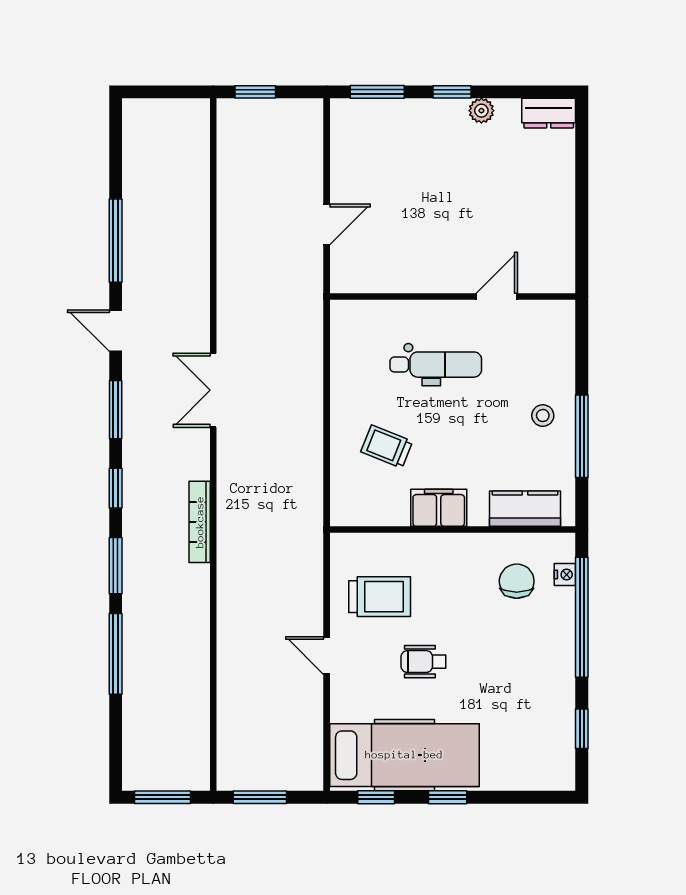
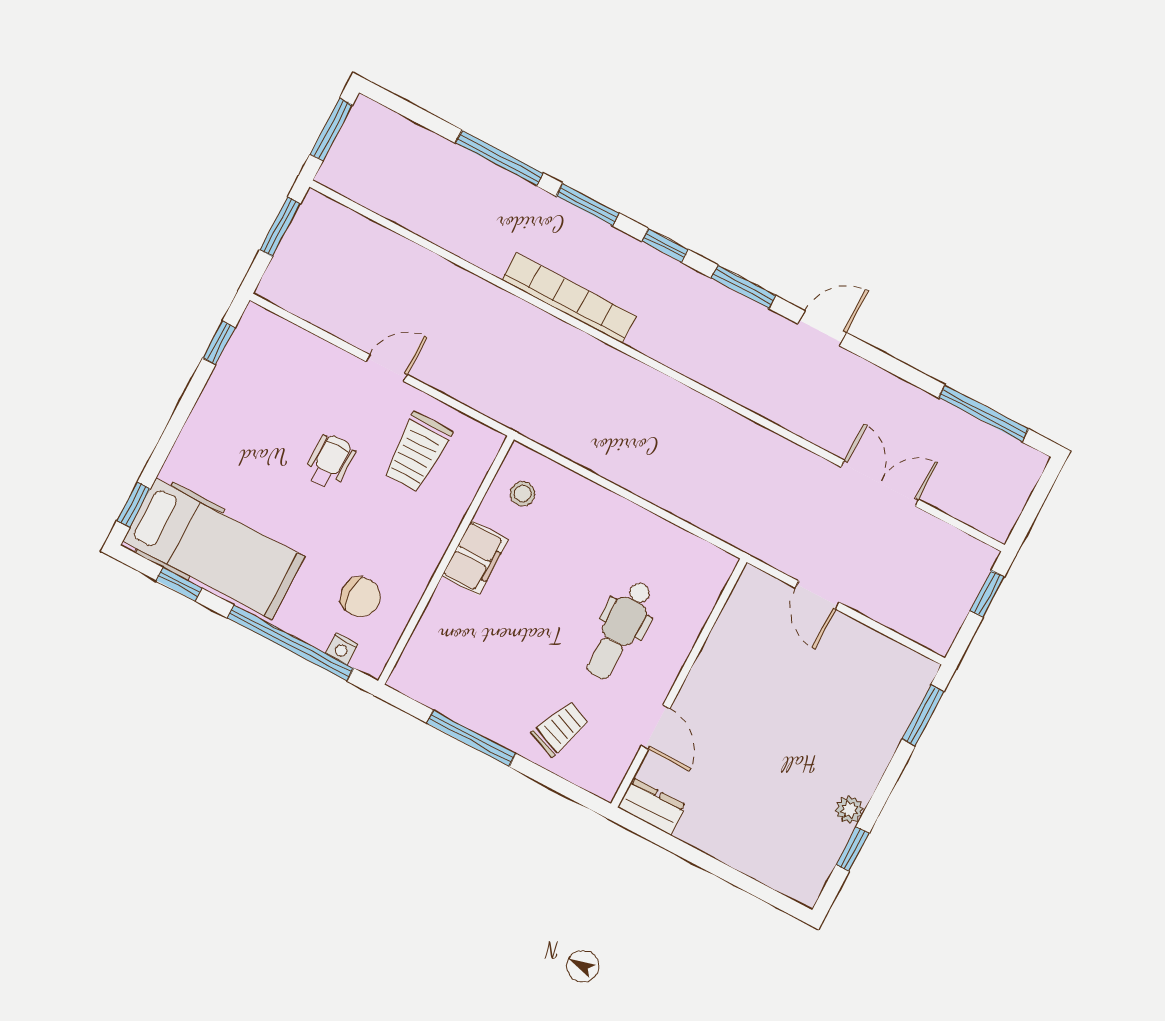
window: (452, 92) -> (853, 849), moved
dresser: (549, 113) -> (652, 806), moved, turned 90
window: (116, 241) -> (983, 413), moved
double door: (213, 390) -> (880, 483), moved
stool: (543, 416) -> (523, 494), moved
trolley: (387, 447) -> (560, 729), moved
kitchen counter: (525, 509) -> (429, 643), removed
bookcase: (200, 522) -> (569, 298), width x1.48, depth x1.31
hospital bed: (404, 755) -> (214, 549), moved, turned -90
window: (448, 797) -> (134, 505), moved

